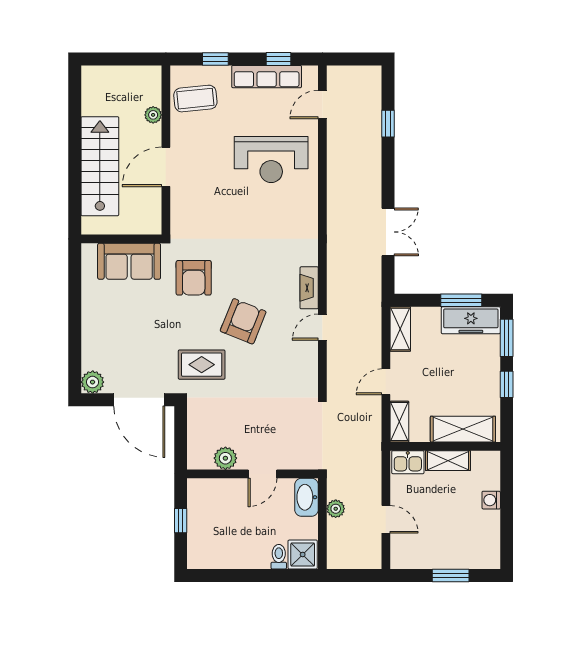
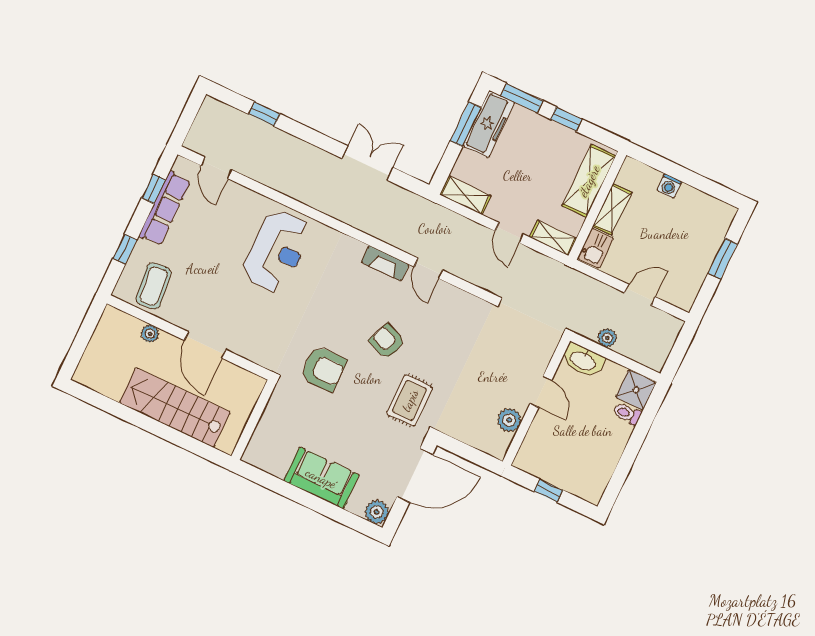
reception desk: (271, 160) -> (277, 251), moved
sofa: (129, 261) -> (321, 478), moved, turned -90
armchair: (243, 321) -> (387, 341), width x0.72, depth x0.72

